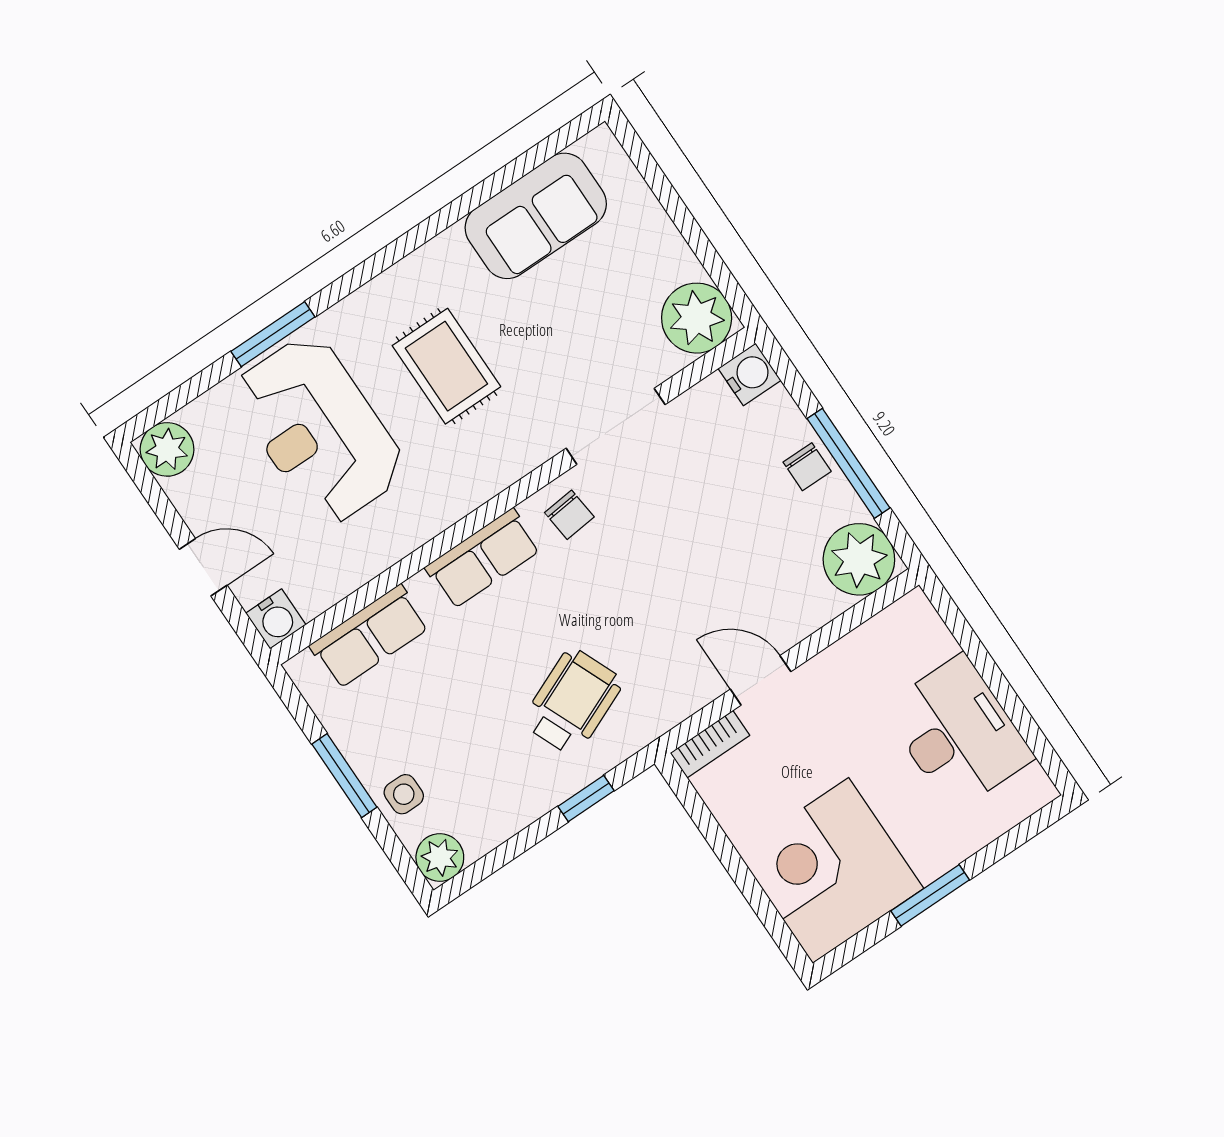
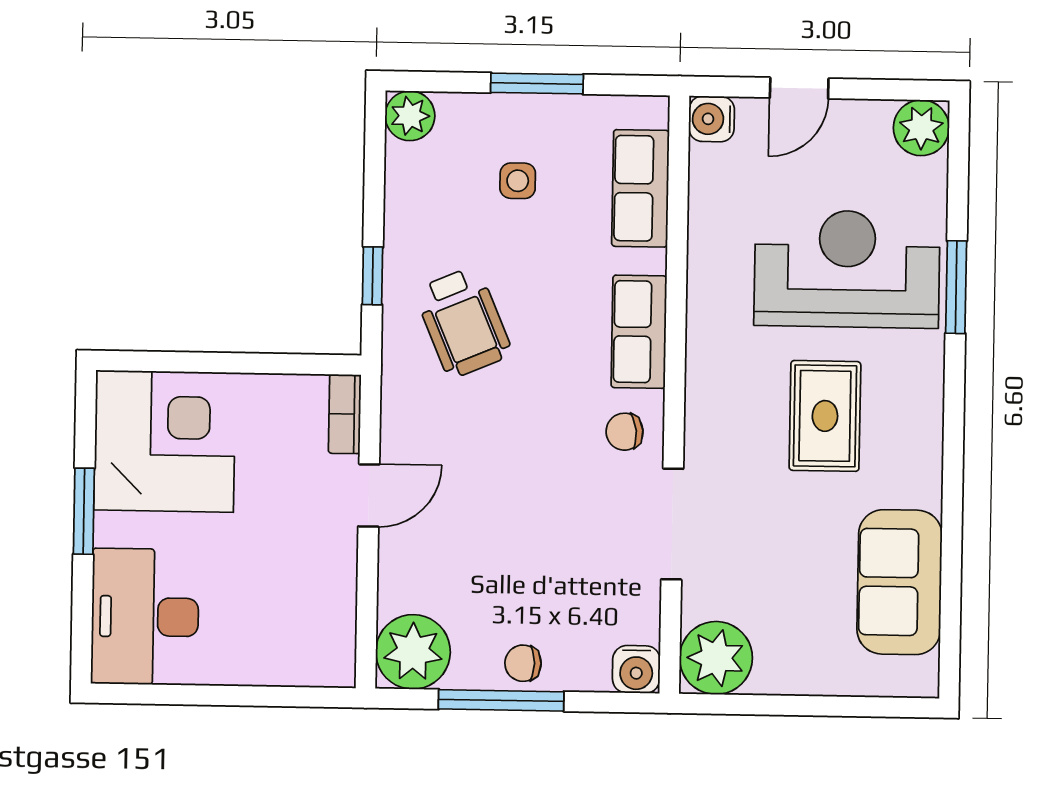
rug: (446, 366) -> (825, 416), turned 90
desk: (958, 733) -> (145, 617), moved, turned 90
side table: (404, 794) -> (518, 181), moved

